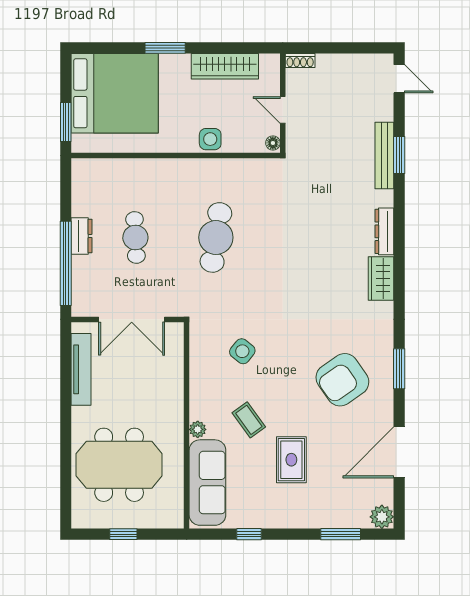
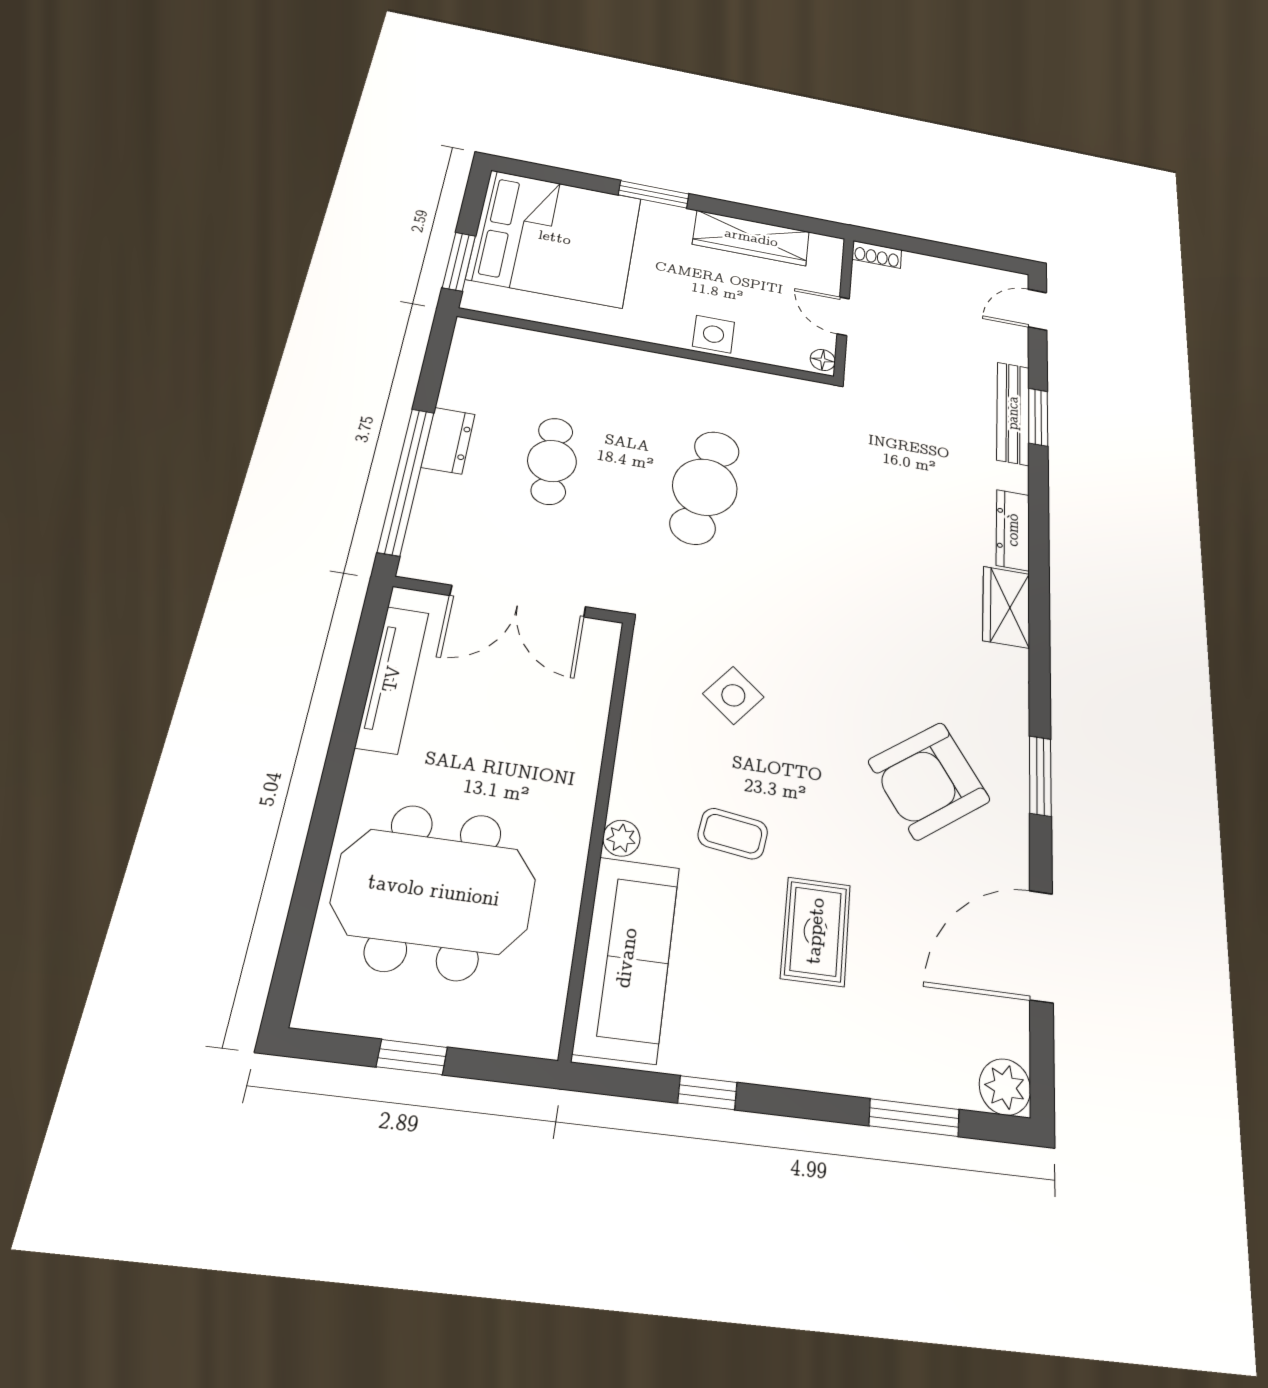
door: (399, 79) -> (1037, 310), swing flipped
coffee table: (249, 420) -> (733, 834), turned -46

